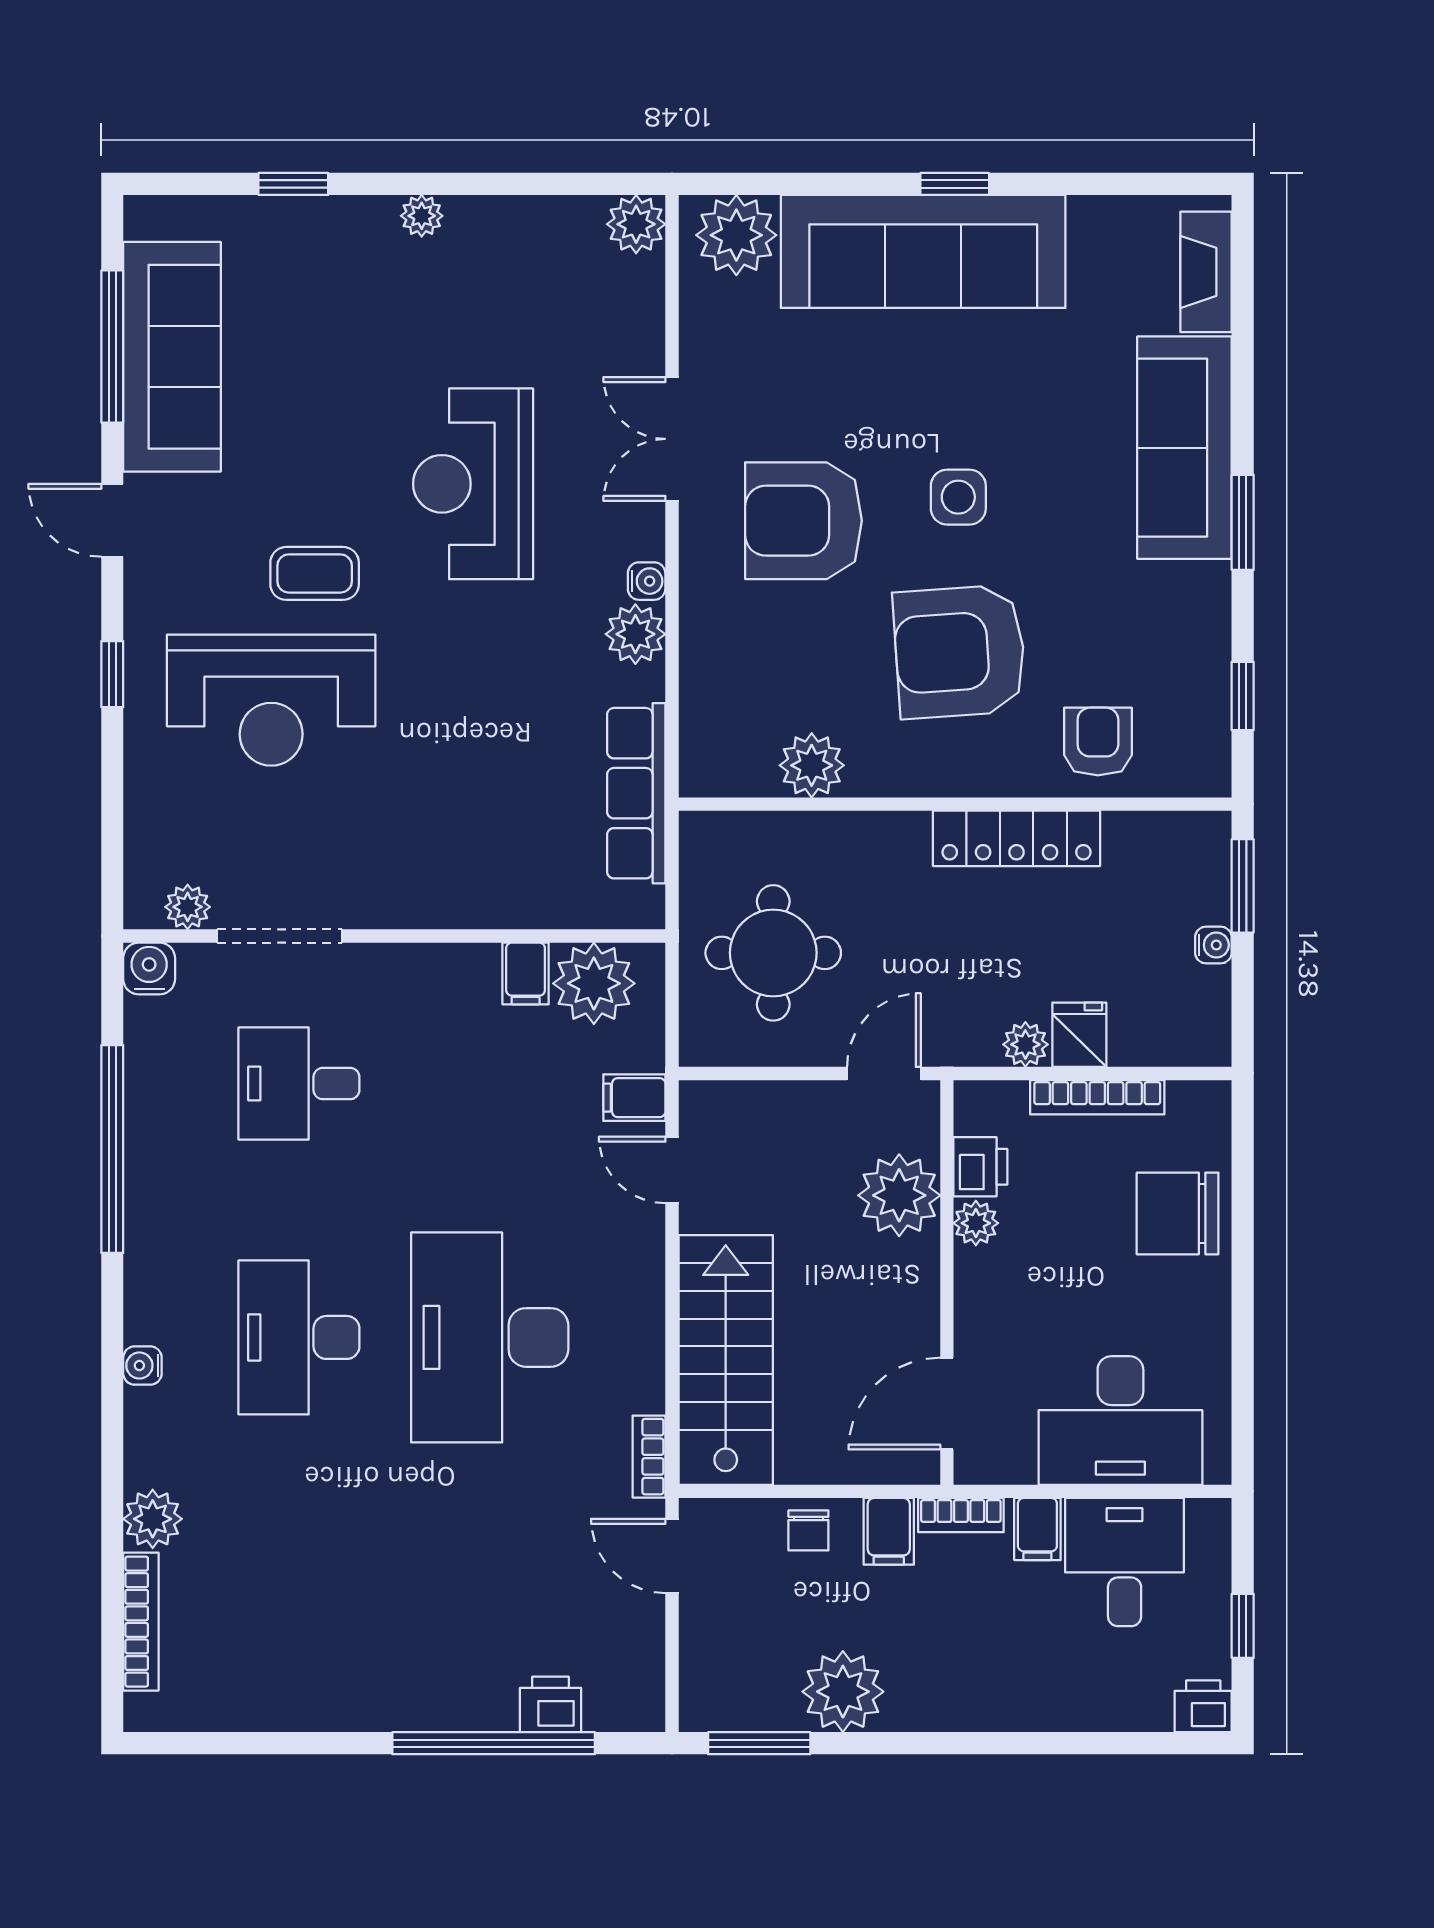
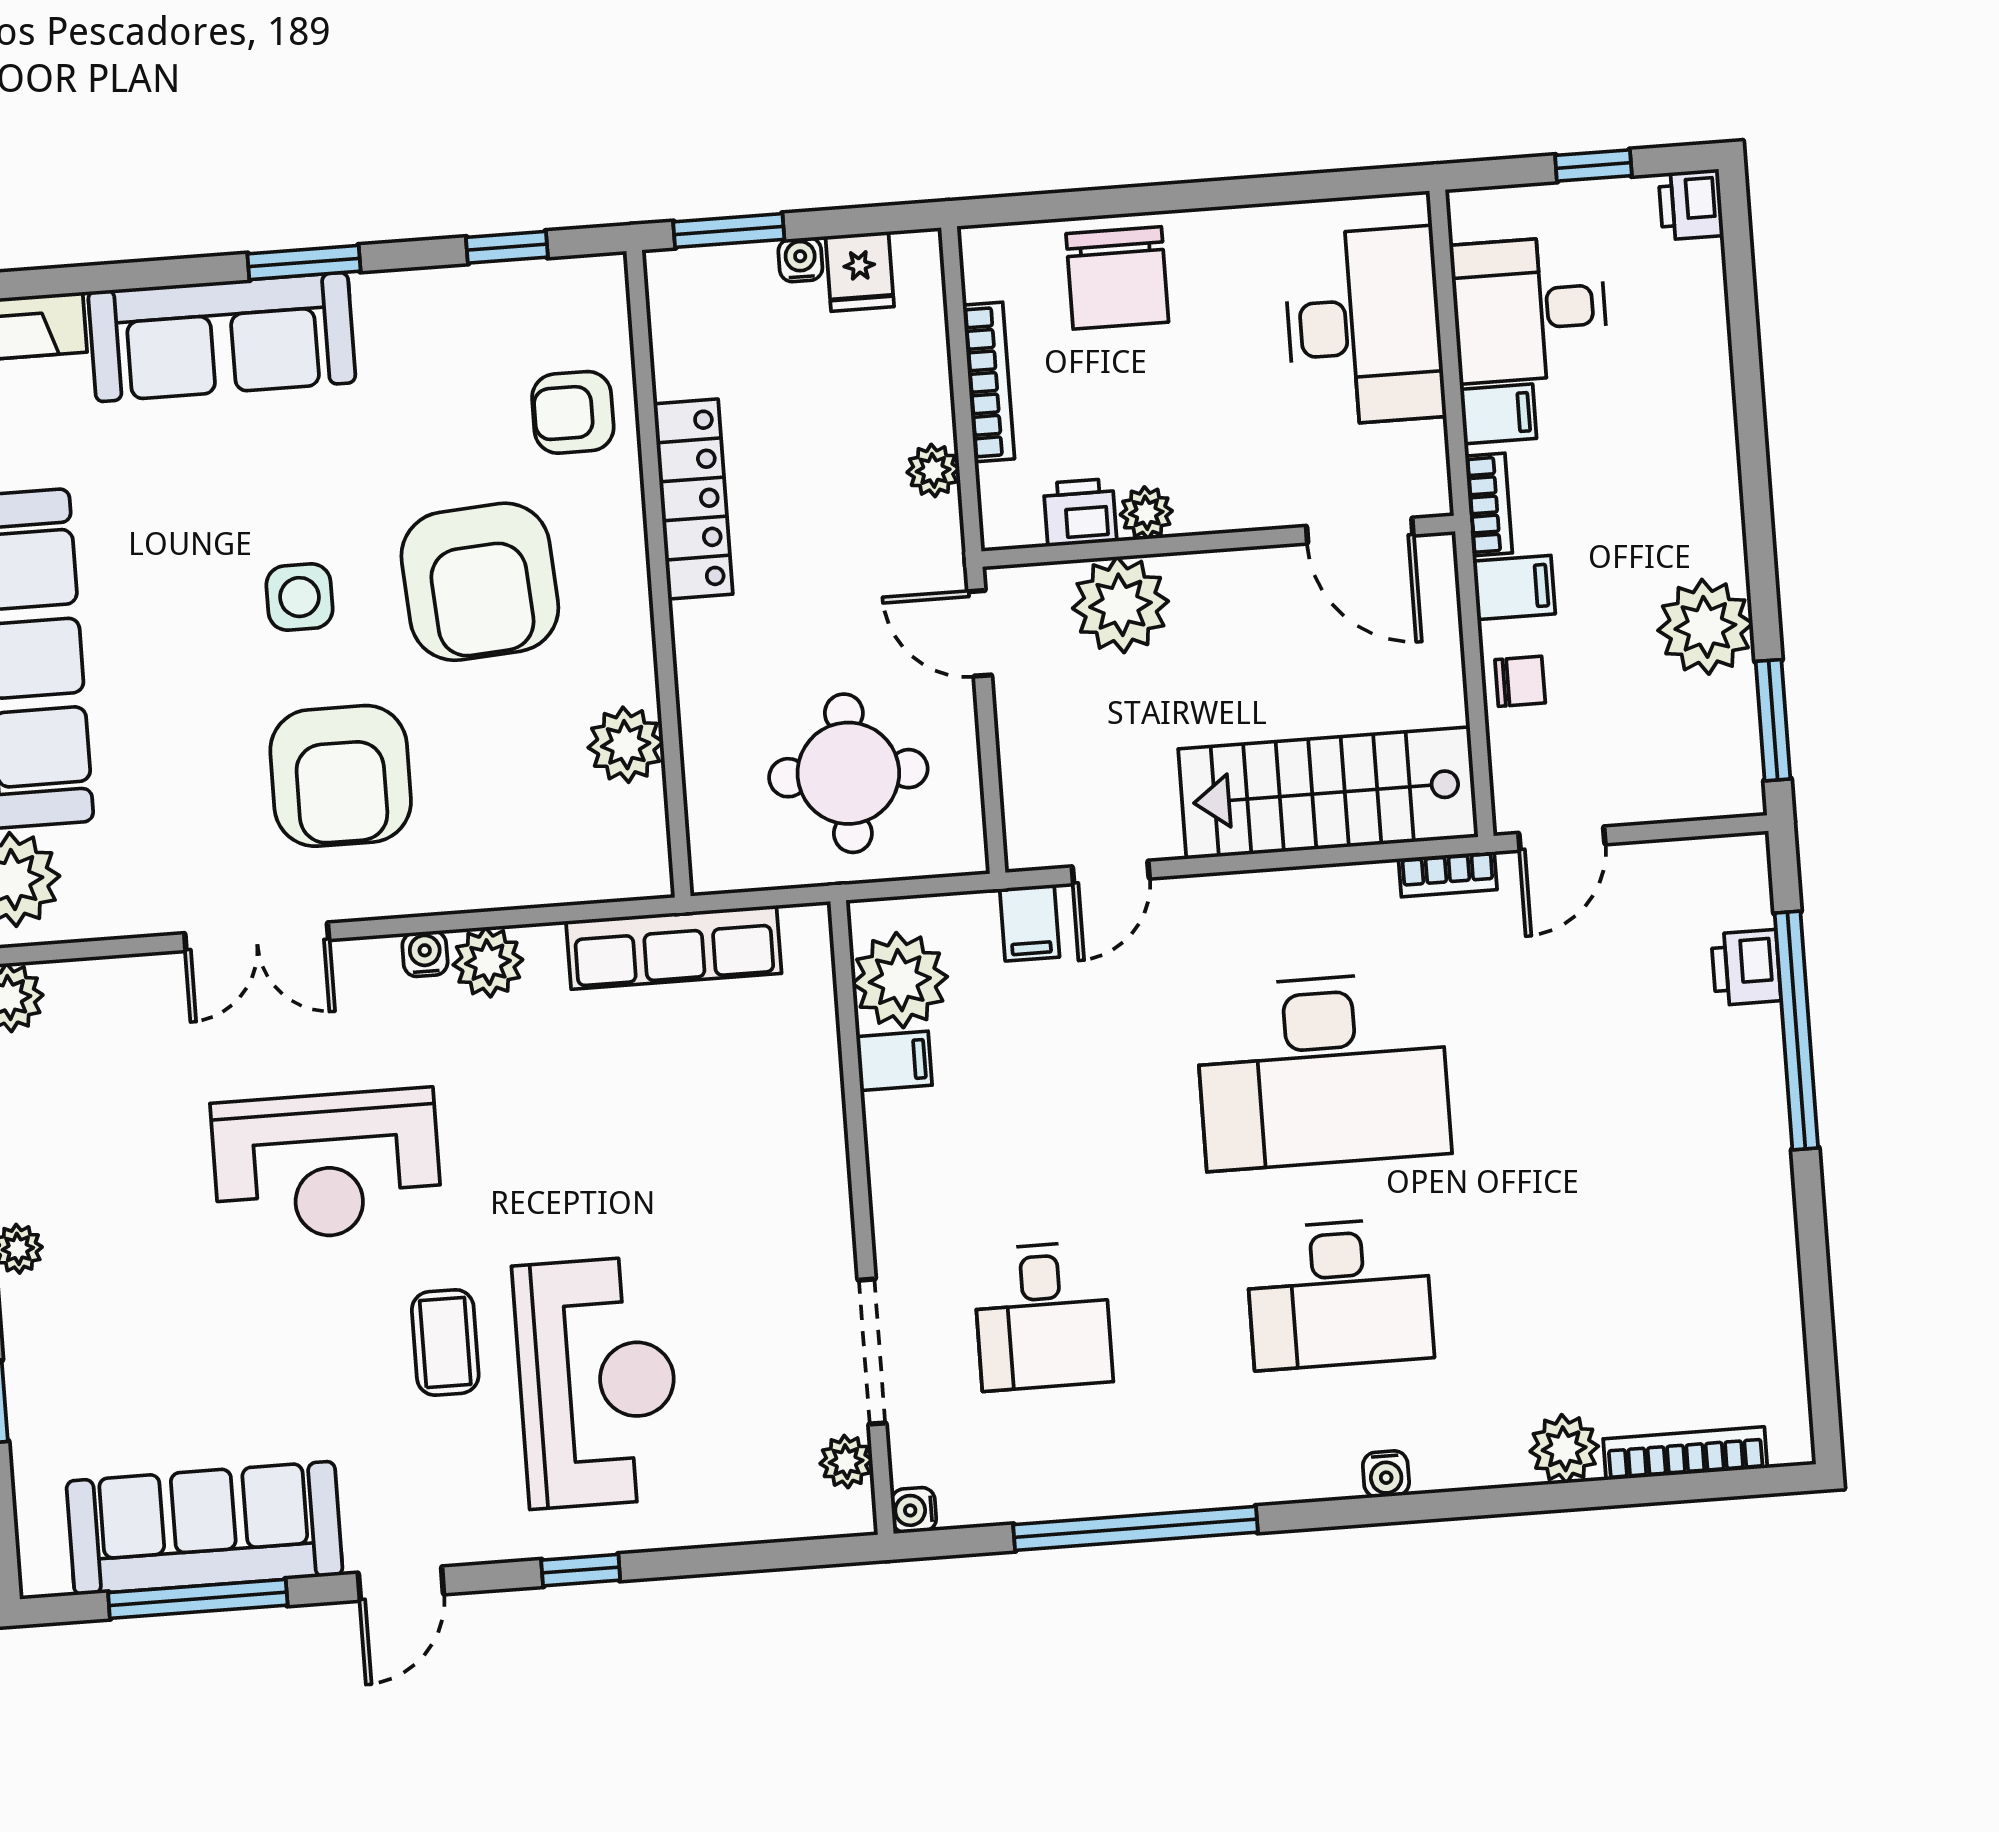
water cooler: (149, 969) -> (914, 1510), width x0.72, depth x0.72
fridge: (1079, 1035) -> (860, 271), moved, turned -90

